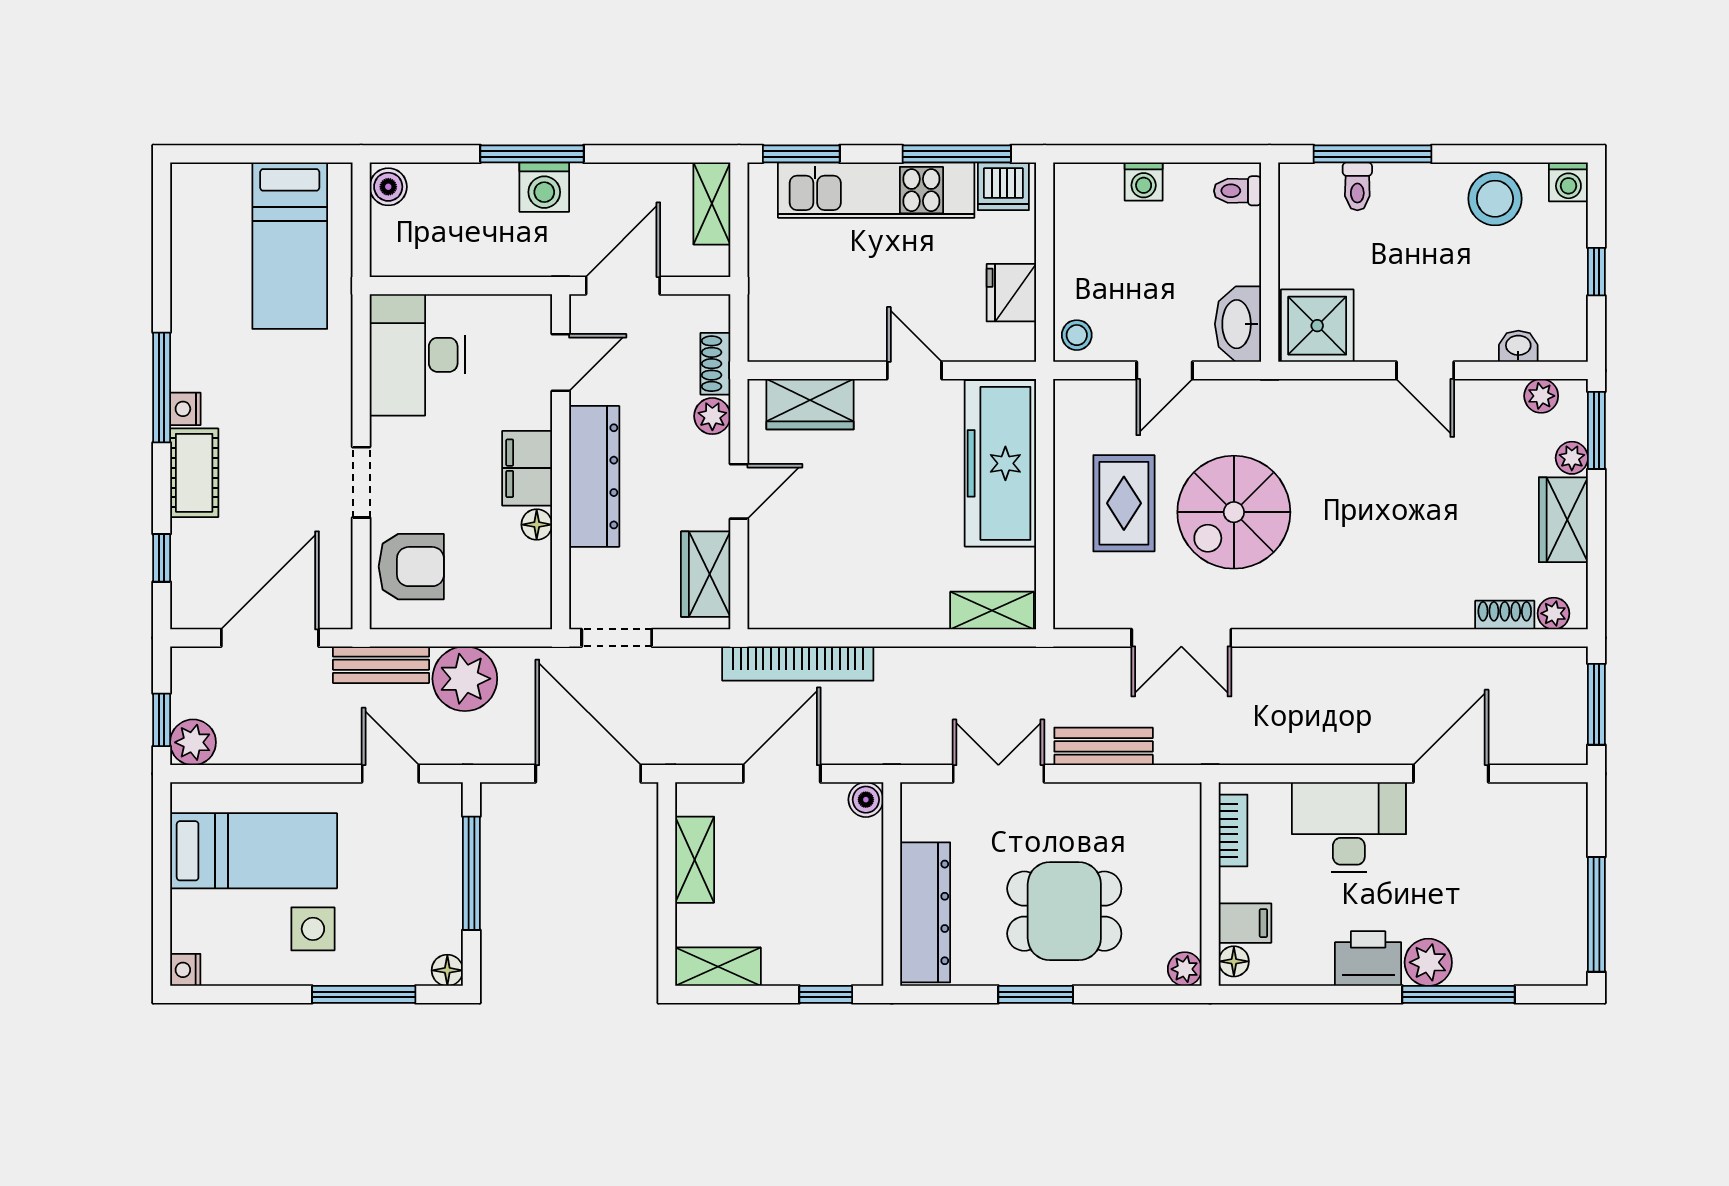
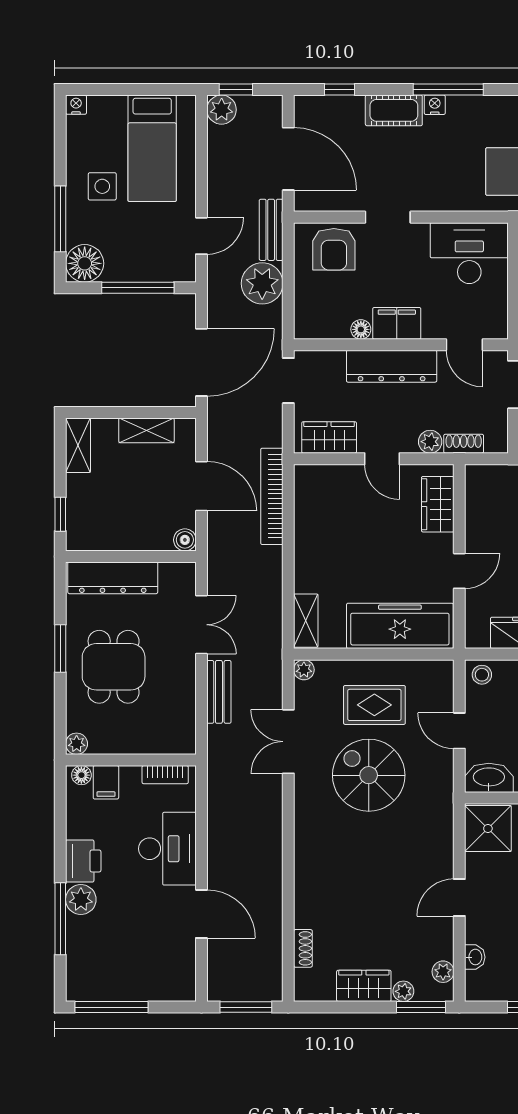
plant: (1554, 613) -> (304, 670), moved
floor lamp: (447, 970) -> (85, 263), width x1.89, depth x1.89

